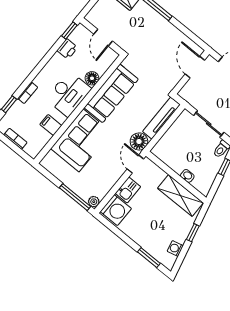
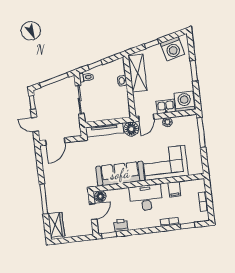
floor lamp: (92, 78) -> (100, 196), moved
plant: (94, 202) -> (167, 122), moved
washing machine: (175, 248) -> (173, 49), width x1.89, depth x1.89
window: (149, 258) -> (194, 71), moved

